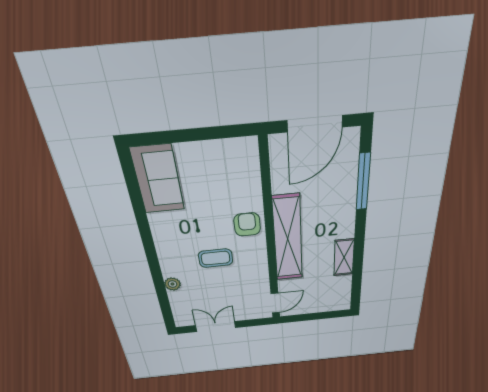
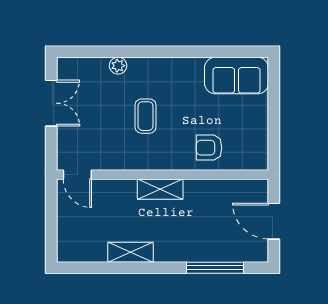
door: (315, 124) -> (274, 221), width x0.73
armchair: (247, 224) -> (209, 148), moved, turned 180
shelving: (288, 239) -> (160, 189), width x0.45, depth x0.75

